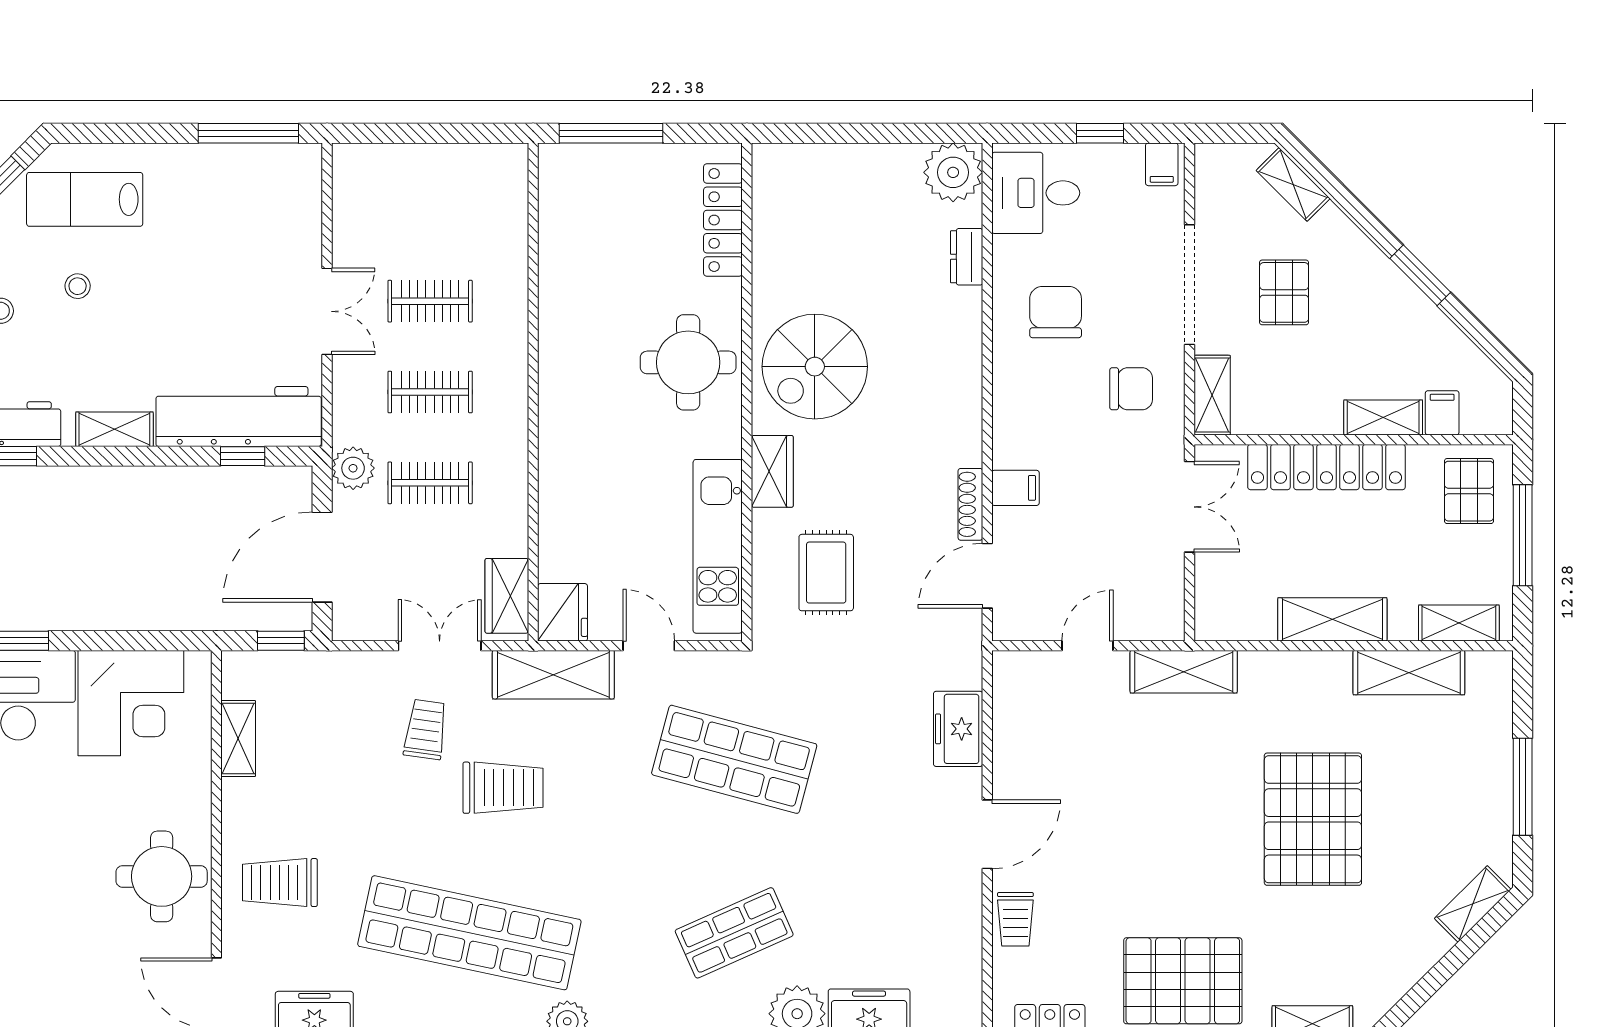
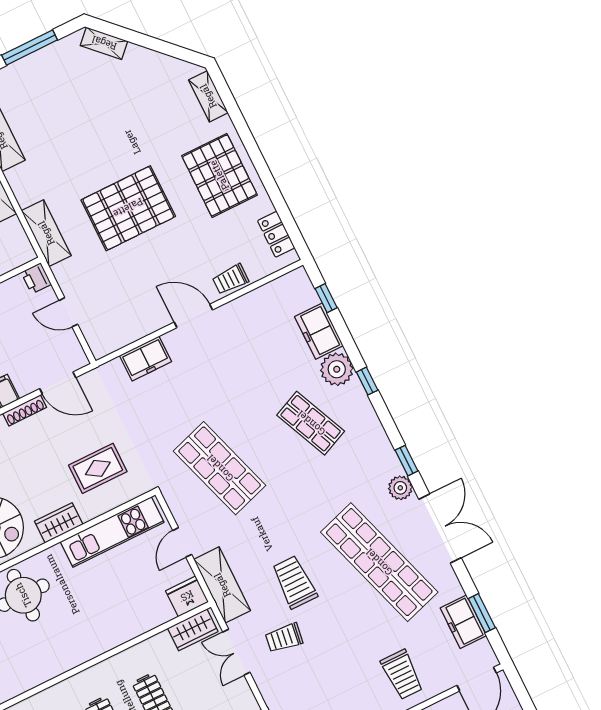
printer: (1164, 622) -> (36, 278), added
shelving: (1184, 672) -> (46, 233), moved
shop shelf: (734, 759) -> (220, 468), turned -33
pallet: (1313, 819) -> (128, 208), moved
trolley: (1015, 919) -> (231, 279), turned 180
shop shelf: (469, 933) -> (379, 562), turned -30

